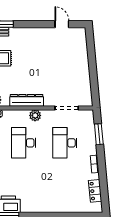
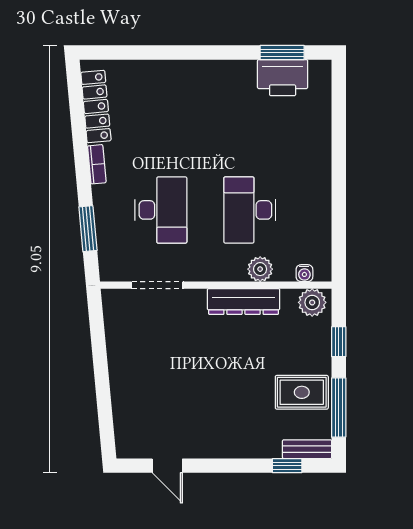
plant: (35, 115) -> (260, 269), moved
desk: (24, 143) -> (250, 210), turned 180
locker: (95, 191) -> (96, 107), width x1.53

